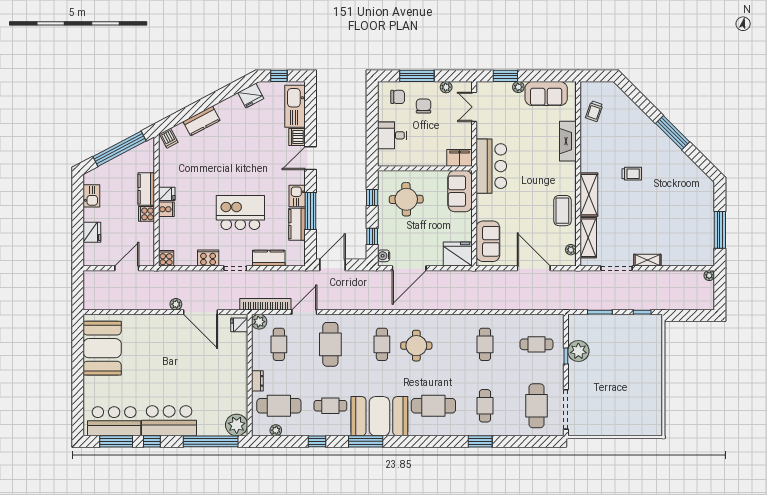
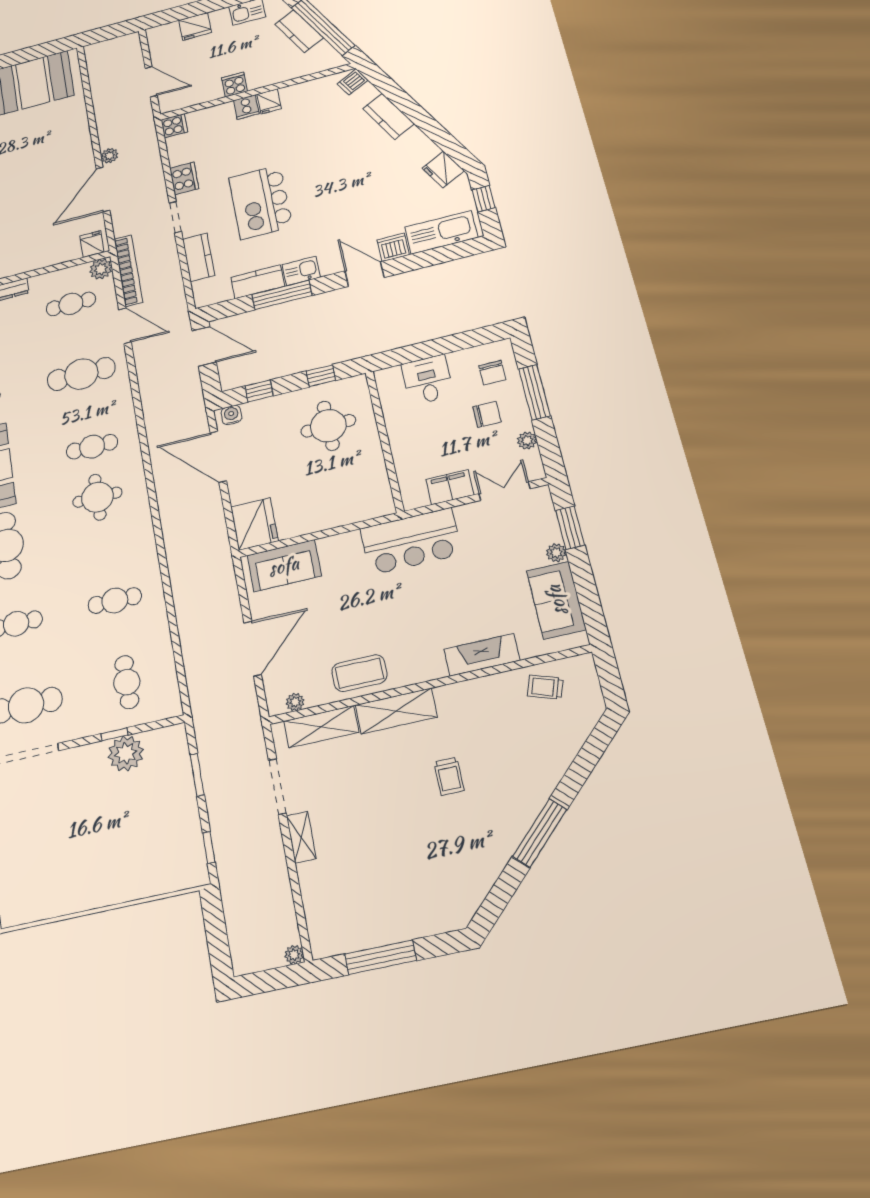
filing cabinet: (459, 158) -> (450, 487), moved, turned -90
kitchen counter: (146, 189) -> (299, 31), moved, turned -118
sofa: (460, 191) -> (358, 503), removed
kitchen island: (240, 213) -> (261, 202), turned 180

